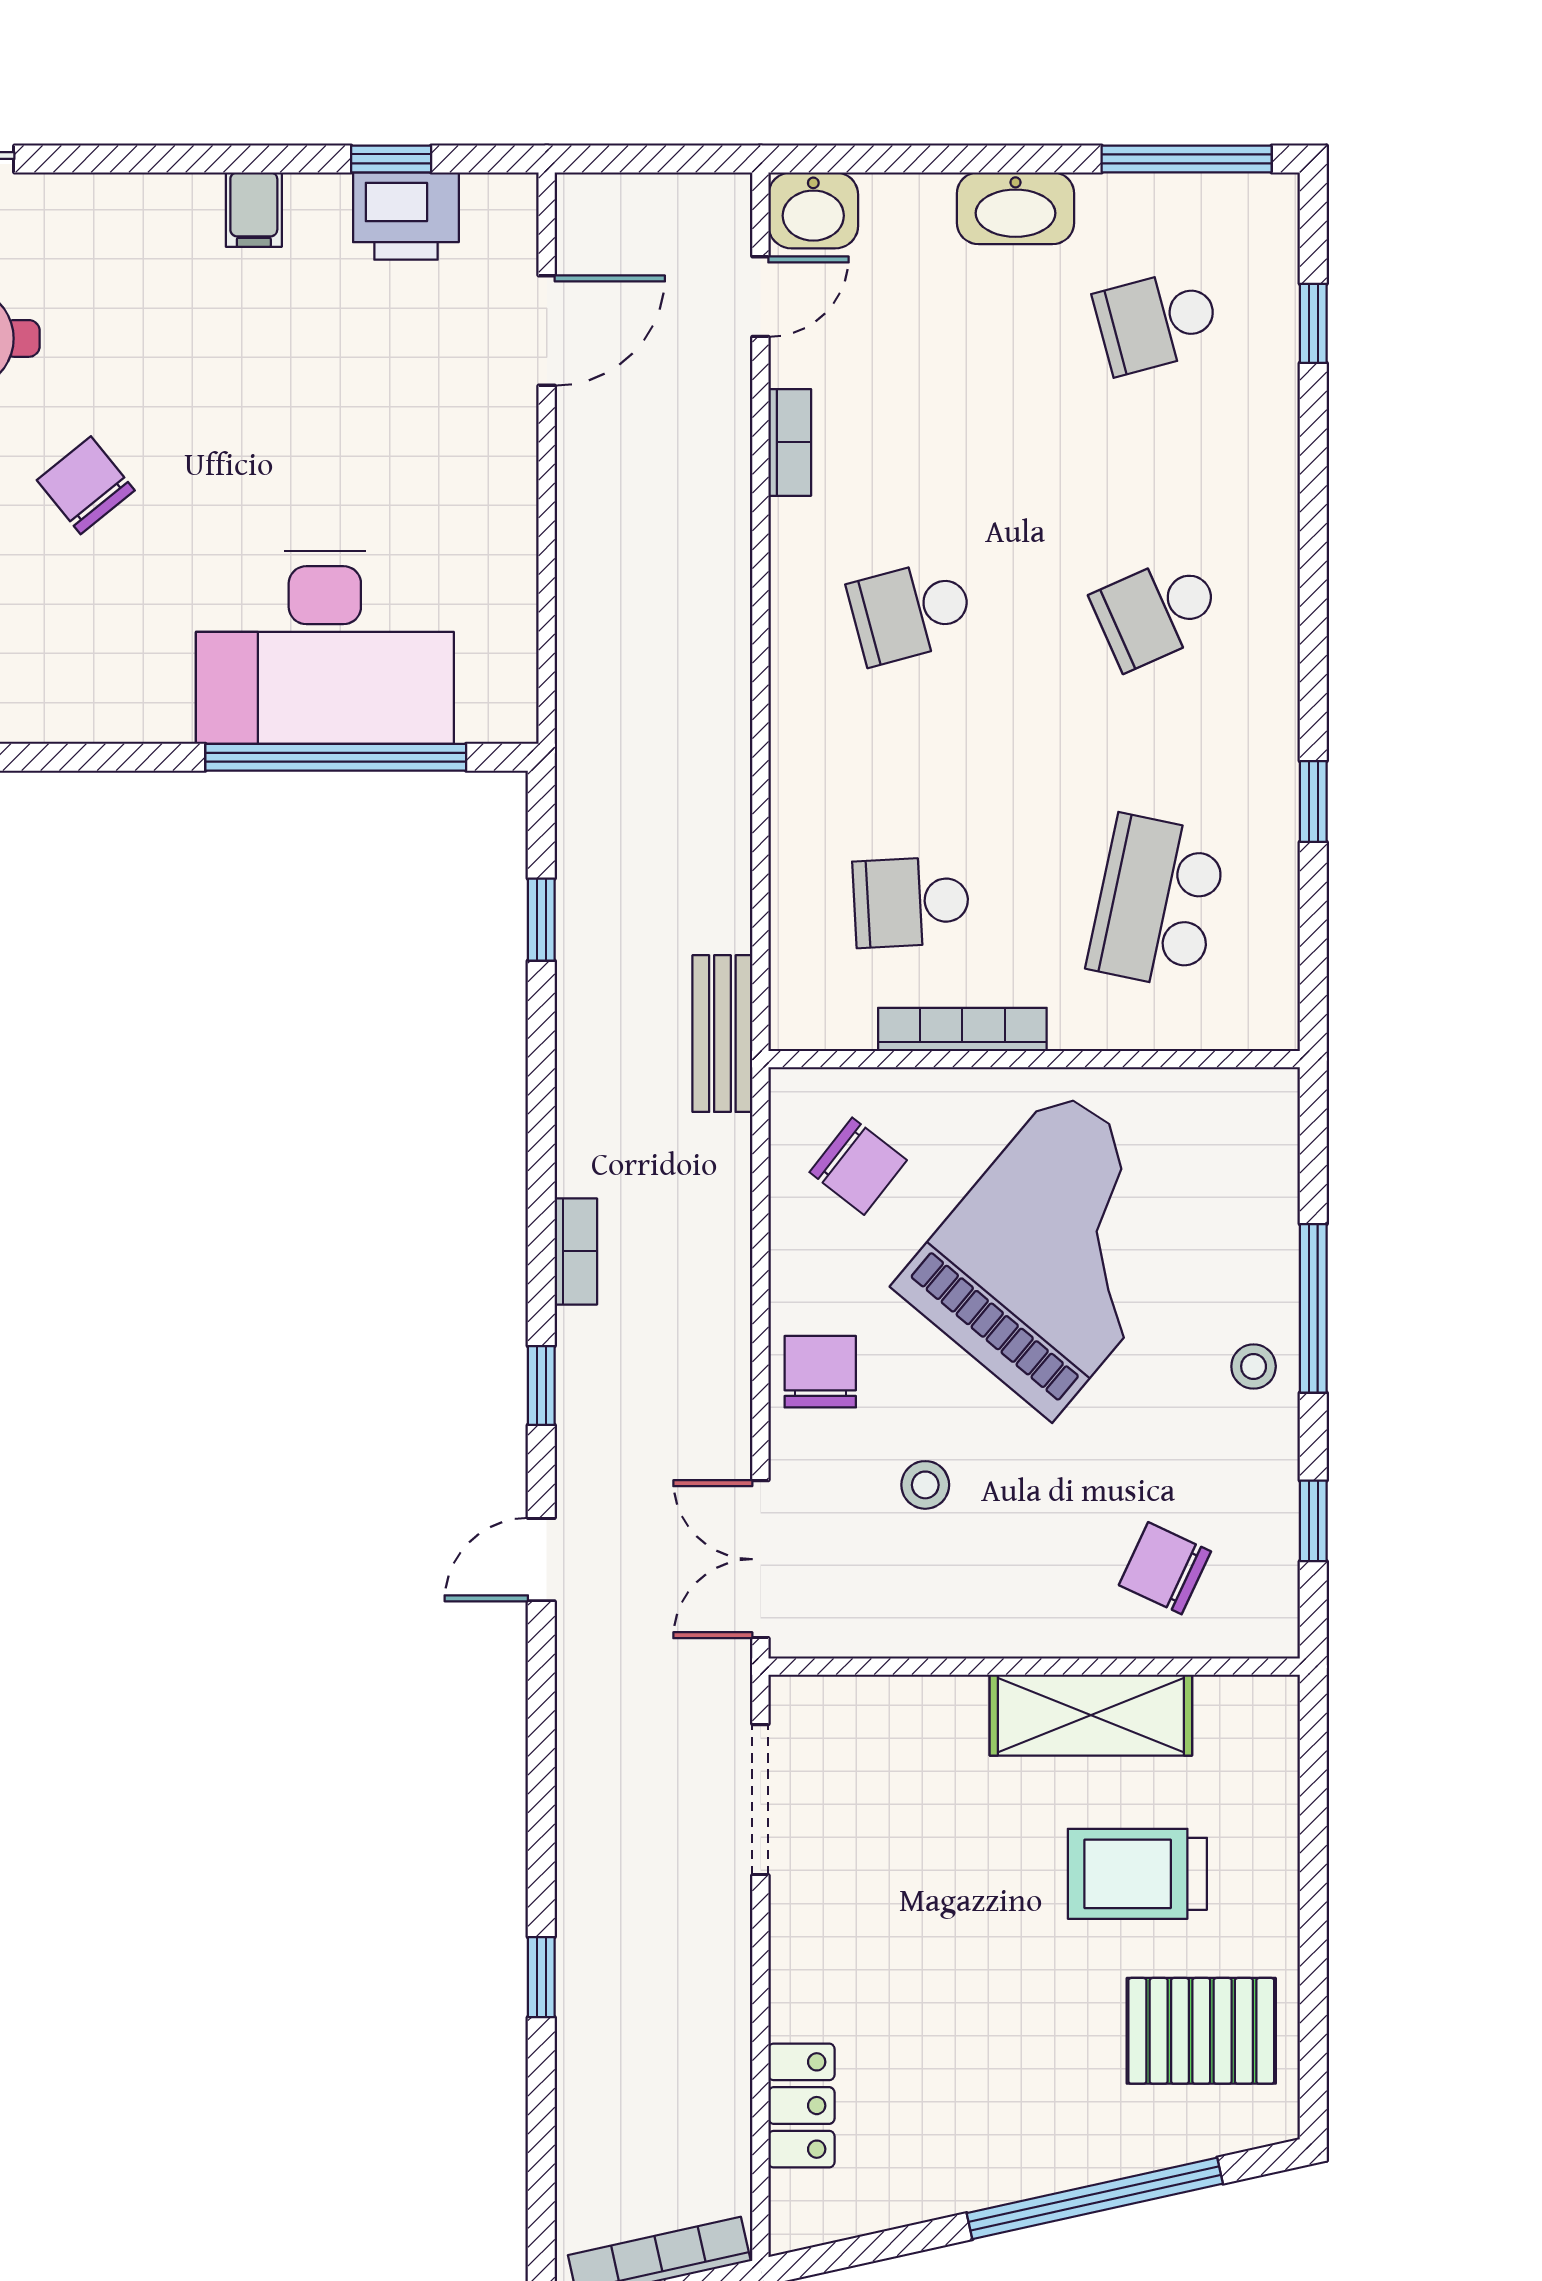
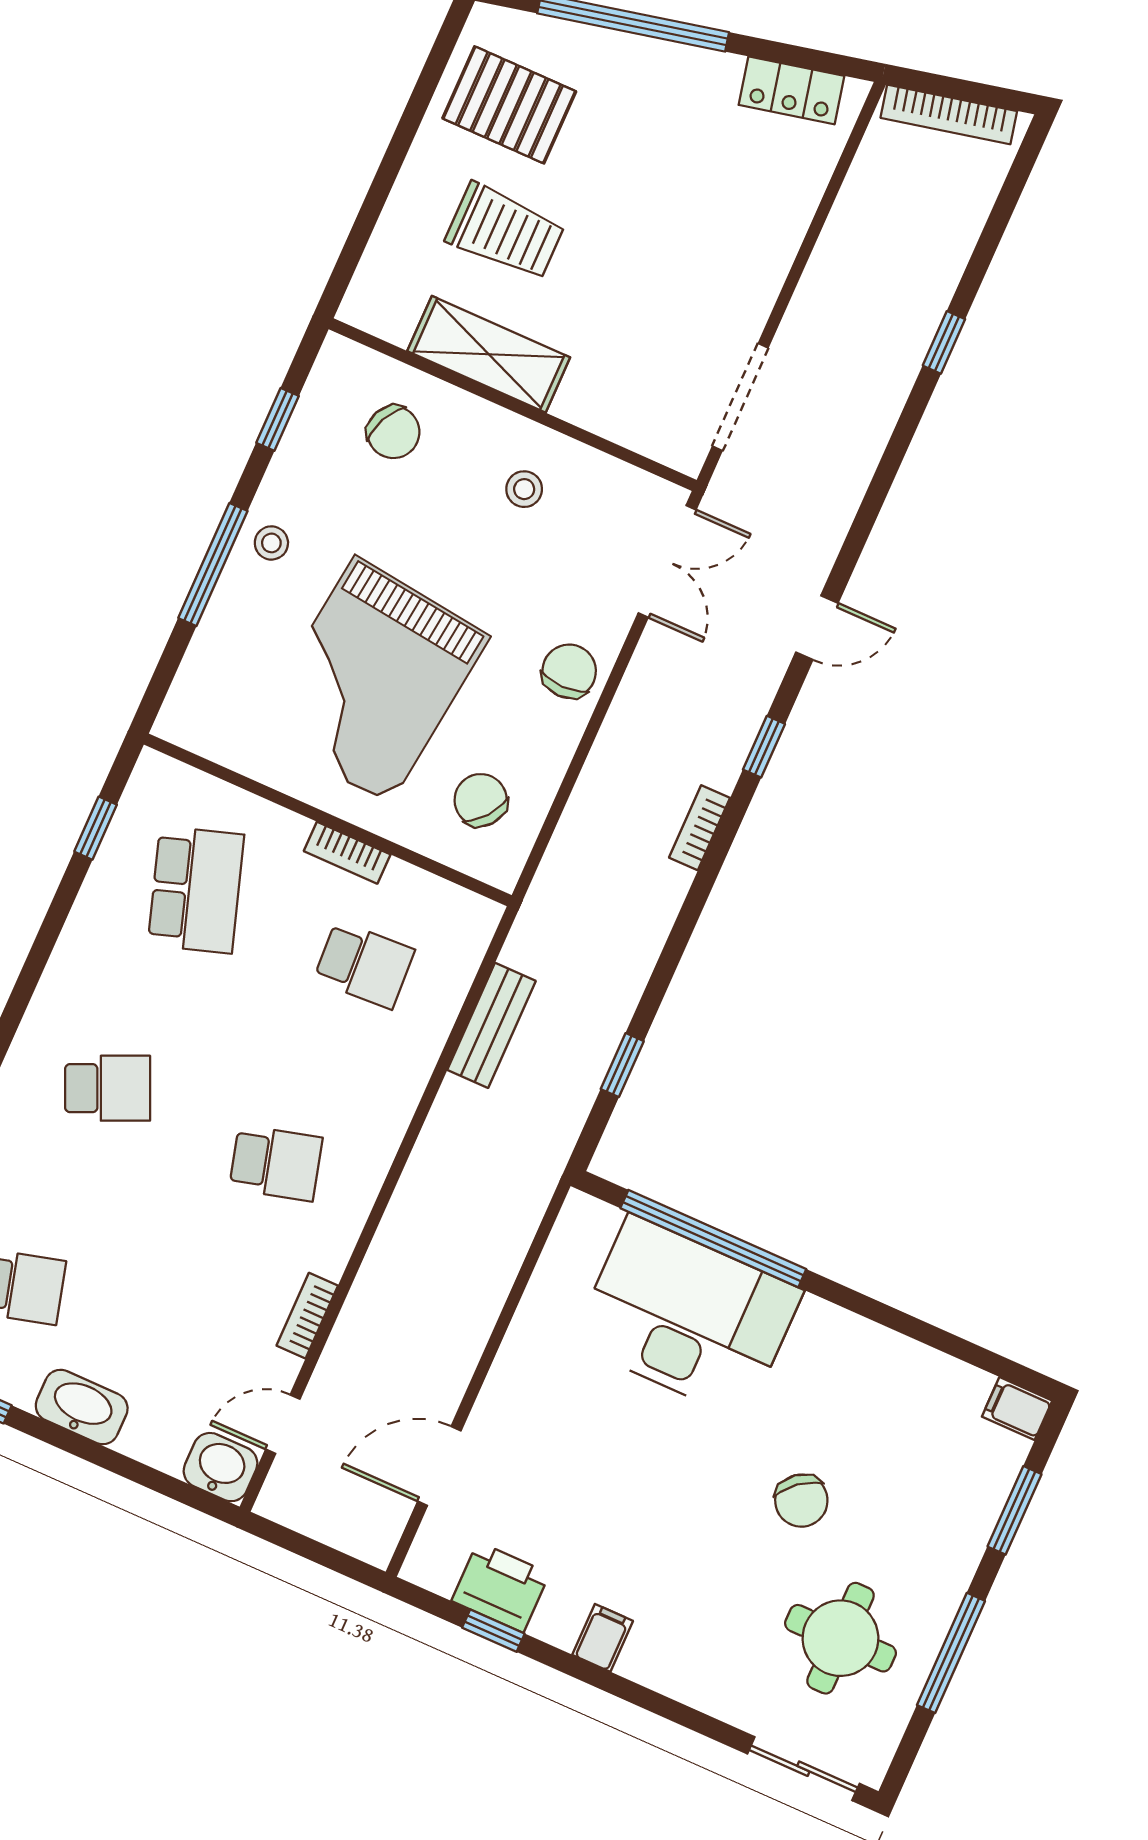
window: (1313, 802) -> (96, 828), moved
school desk: (1157, 902) -> (196, 890), turned -30
bookcase: (962, 1029) -> (347, 853), width x0.64
bench: (722, 1034) -> (492, 1025), moved
grand piano: (1056, 1253) -> (372, 680), turned -33
chair: (820, 1372) -> (569, 671), turned 180
stool: (925, 1485) -> (524, 489), moved
locker: (801, 2106) -> (792, 90), moved, turned -103

